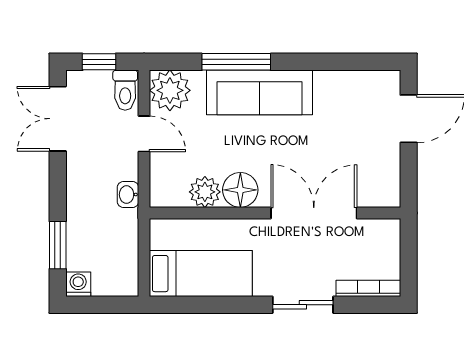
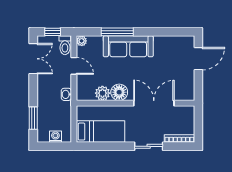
plant: (170, 90) -> (82, 41), width x0.53, depth x0.53
double door: (58, 119) -> (33, 59), swing flipped
washing machine: (78, 284) -> (55, 137), moved

